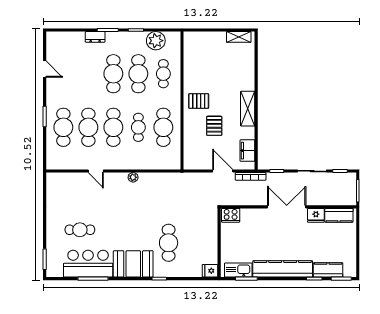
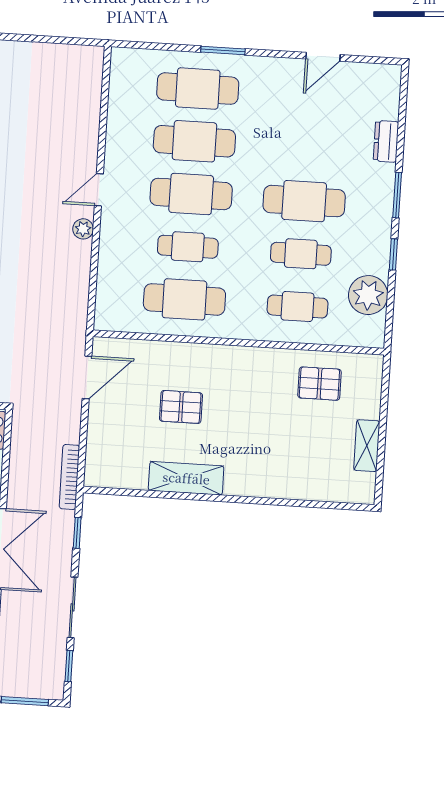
dresser: (95, 37) -> (386, 141), moved
shelving: (239, 37) -> (367, 446), moved
cafe table: (138, 74) -> (301, 254), width x0.73, depth x0.74
pallet: (199, 101) -> (319, 384), moved, turned 90
shelving: (248, 109) -> (186, 478), moved
filing cabinet: (247, 151) -> (124, 474), removed
door: (96, 171) -> (99, 190), moved
door: (223, 171) -> (87, 377), moved

